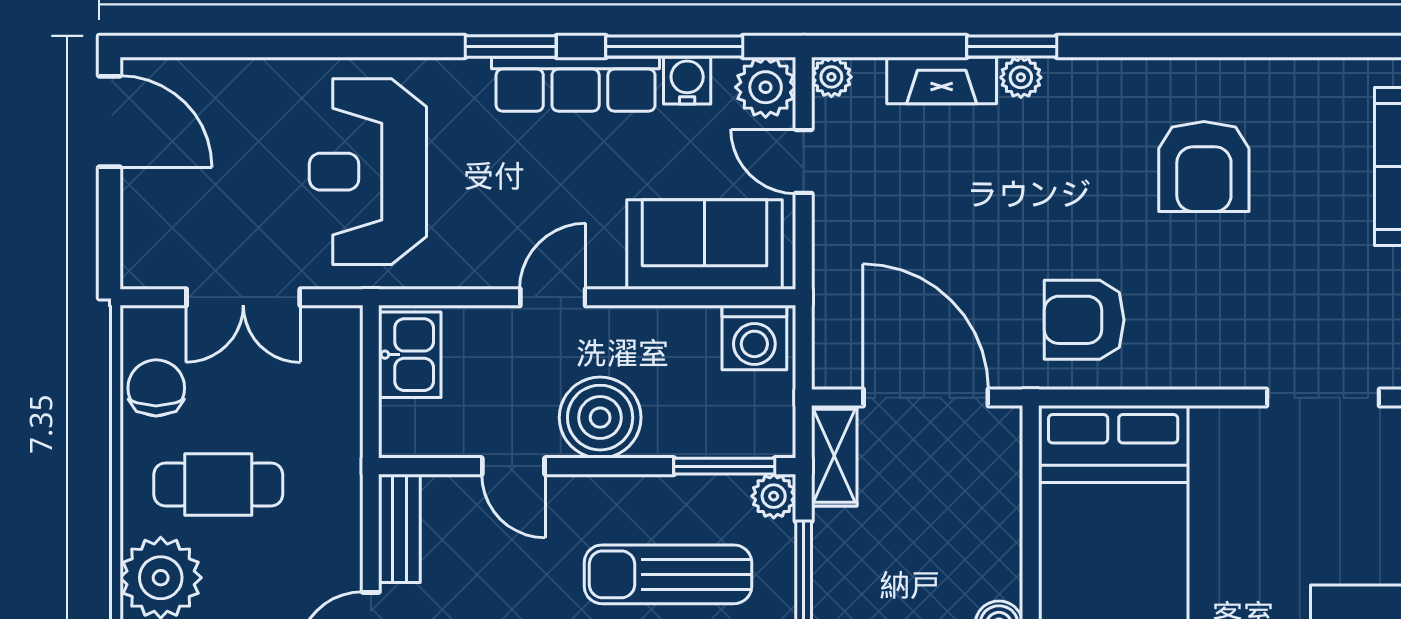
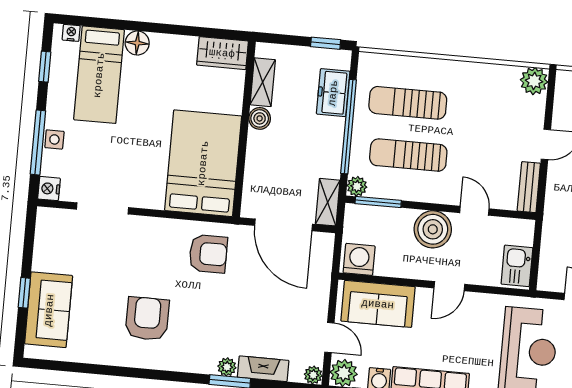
sun lounger: (668, 574) -> (408, 155), turned 180

